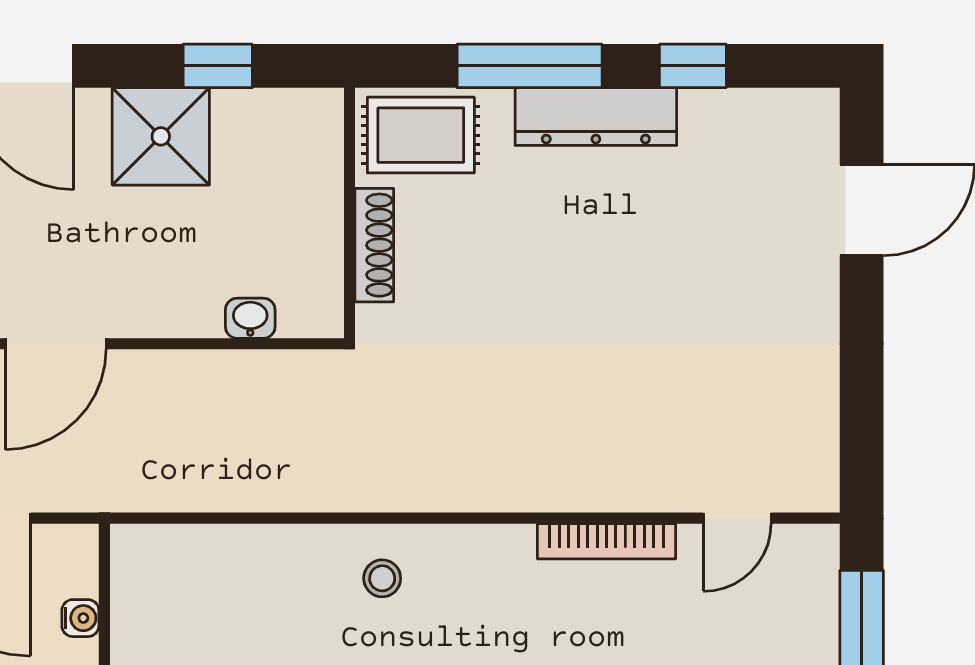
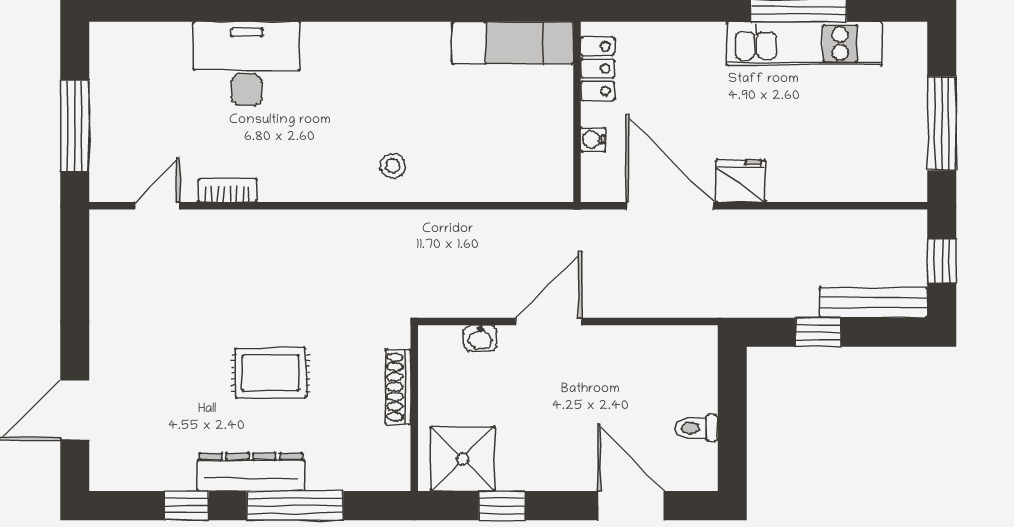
rug: (421, 135) -> (271, 373), moved
shower: (161, 136) -> (463, 459), moved
door: (56, 344) -> (549, 321), moved
bookcase: (606, 541) -> (227, 190), width x0.64

